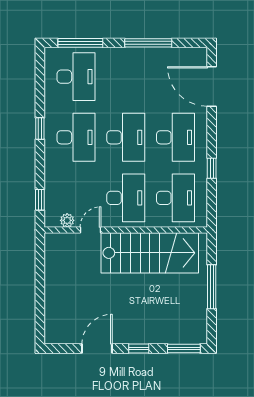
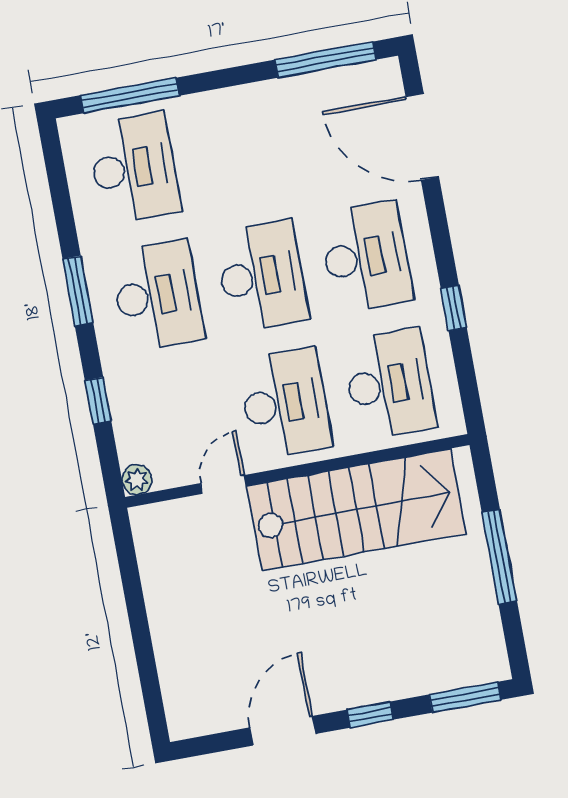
window: (148, 43) -> (325, 60), moved
window: (40, 128) -> (78, 291), width x1.50
window: (40, 200) -> (98, 401), moved
plant: (67, 220) -> (137, 480), moved

